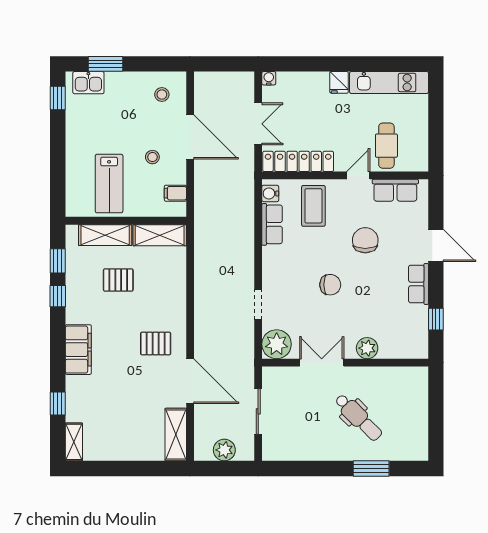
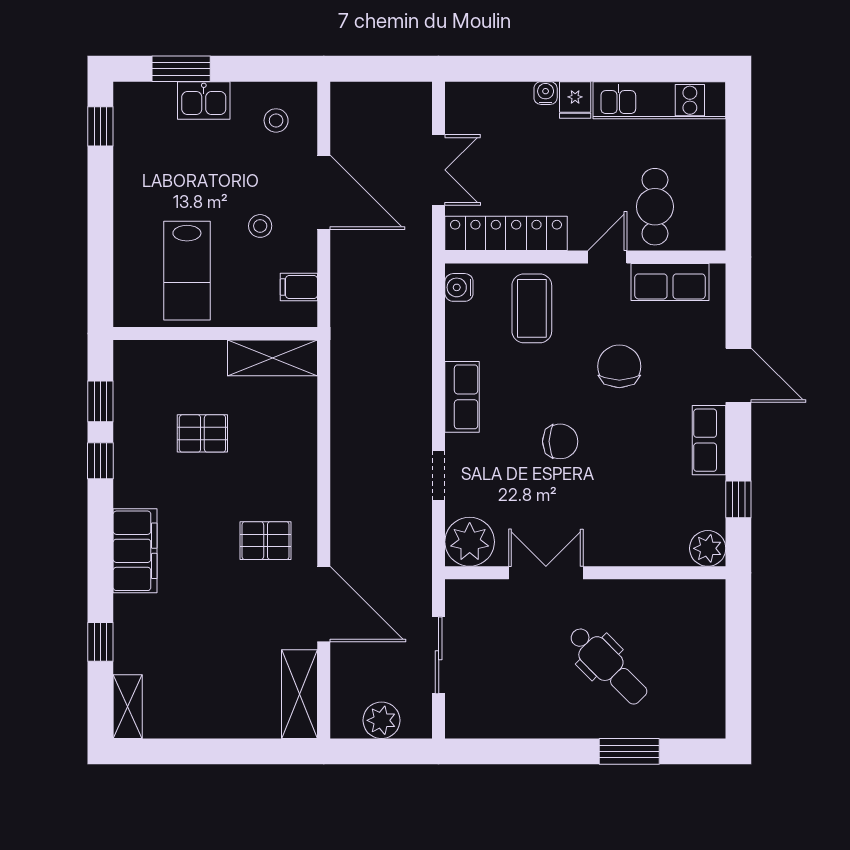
water cooler: (269, 78) -> (546, 93), moved
kitchen sink: (88, 83) -> (204, 100), moved
row of seats: (272, 224) -> (462, 397), moved
shelving: (105, 235) -> (180, 358), removed
plant: (367, 348) -> (708, 548), moved

